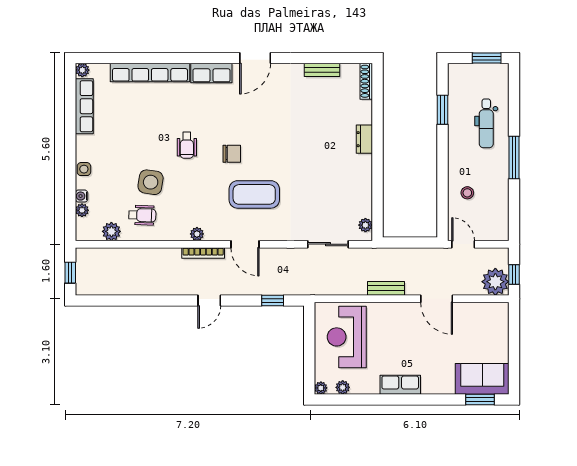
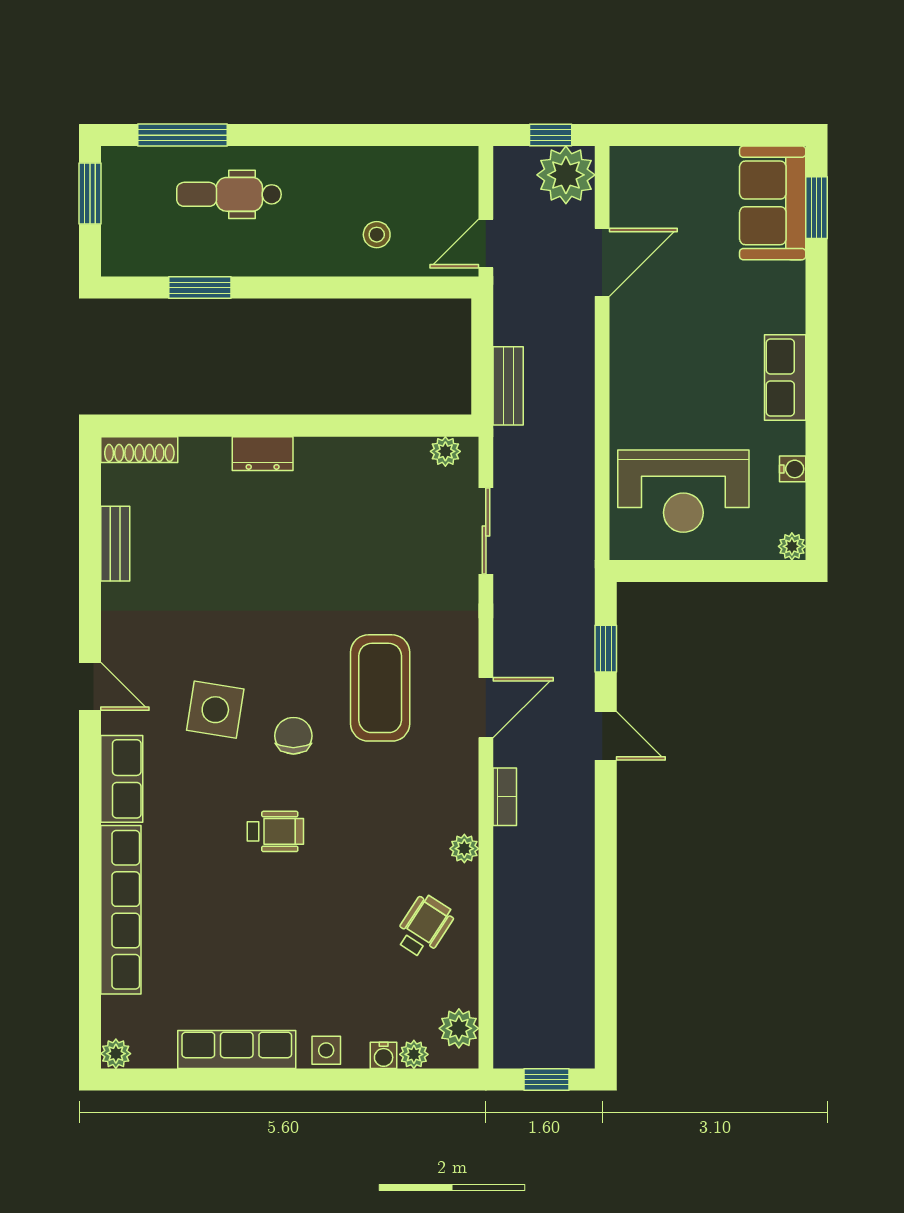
door: (255, 58) -> (90, 686), width x0.73
row of seats: (84, 106) -> (237, 1050), moved
dental chair: (486, 123) -> (229, 194), turned 180
window: (514, 158) -> (182, 135), moved
side table: (151, 182) -> (215, 710), moved
wheelchair: (142, 215) -> (424, 926), turned 31
plant: (111, 231) -> (459, 1028), moved
plant: (197, 234) -> (464, 849), moved
bookcase: (203, 253) -> (505, 797), width x0.64
bench: (386, 288) -> (508, 386), moved
door: (437, 299) -> (602, 262), moved
door: (209, 301) -> (606, 736), moved
plant: (343, 387) -> (791, 500), removed
water cooler: (357, 388) -> (793, 469), added

